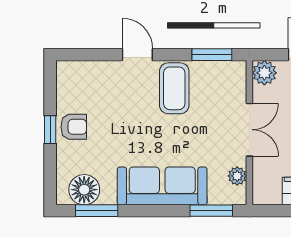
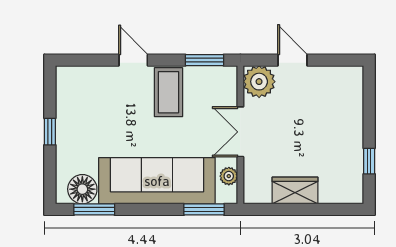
plant: (264, 73) -> (259, 82), width x1.36, depth x1.36
armchair: (74, 127) -> (72, 129), removed
double door: (249, 130) -> (240, 132), swing flipped
sofa: (162, 186) -> (157, 181), width x1.36, depth x1.27

